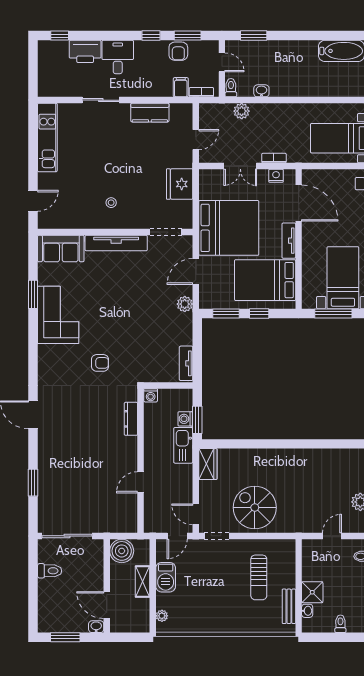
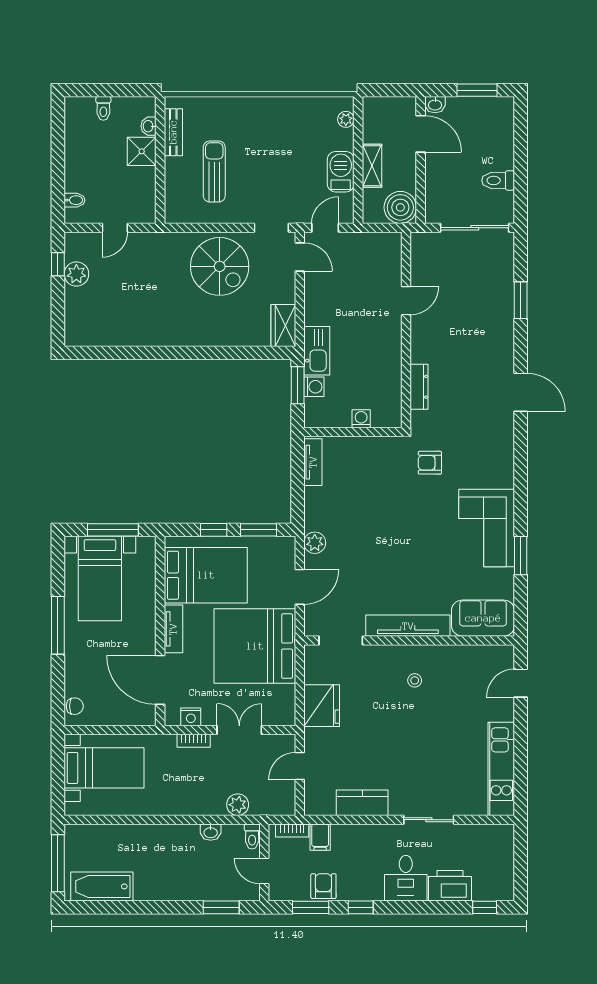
dresser: (131, 419) -> (419, 387), moved
wall: (141, 461) -> (406, 330), moved
door: (141, 482) -> (406, 301), moved

